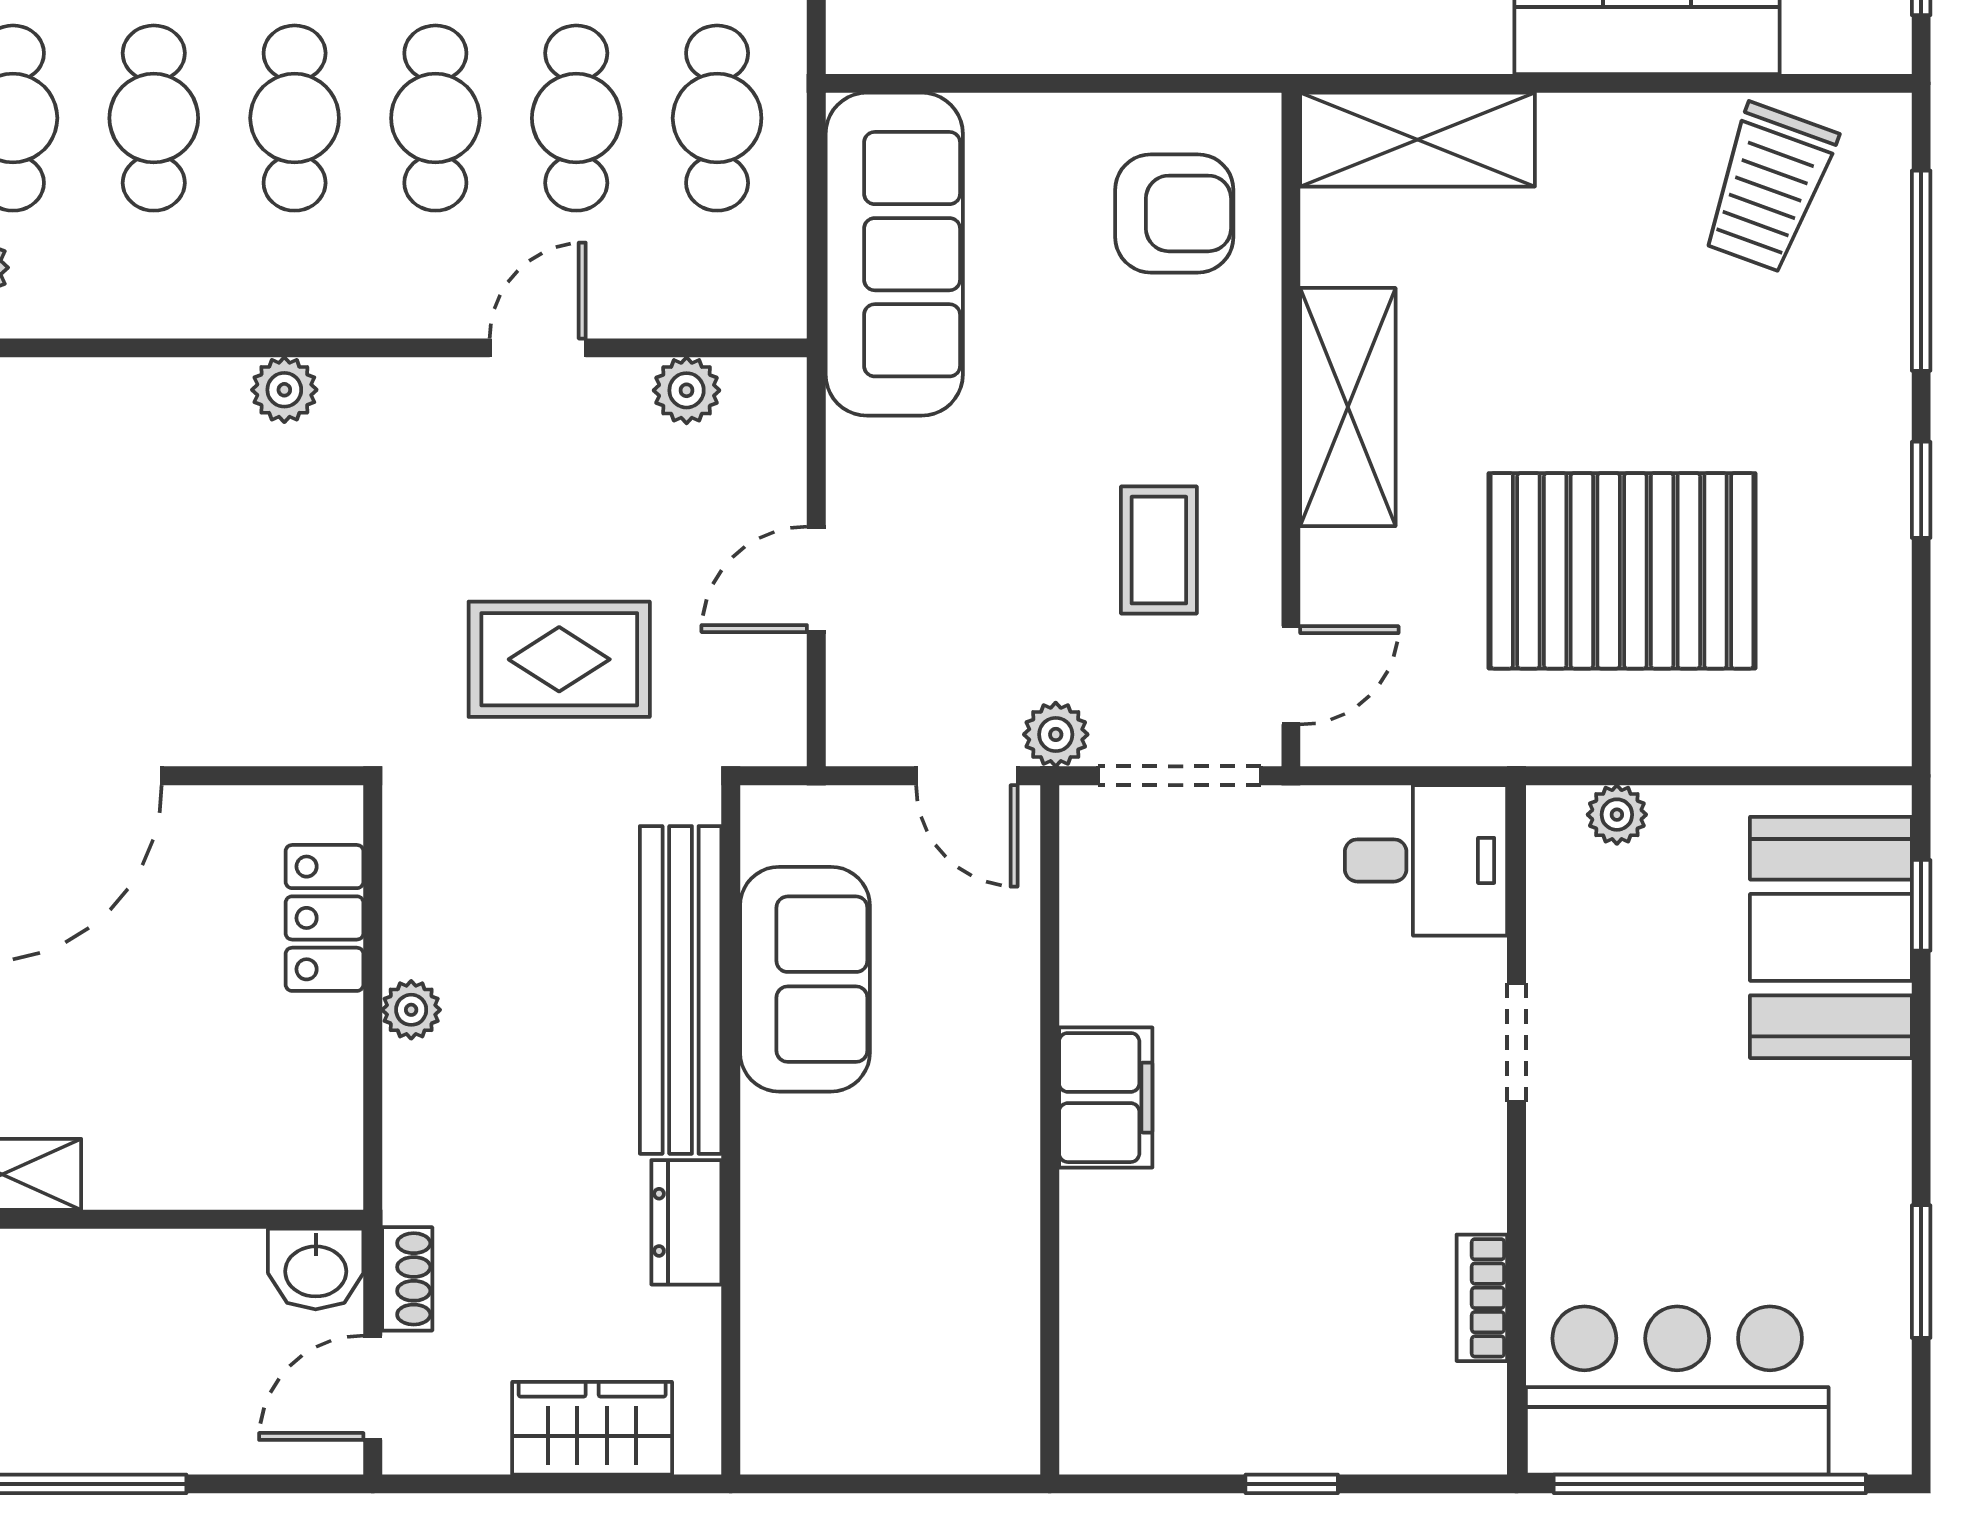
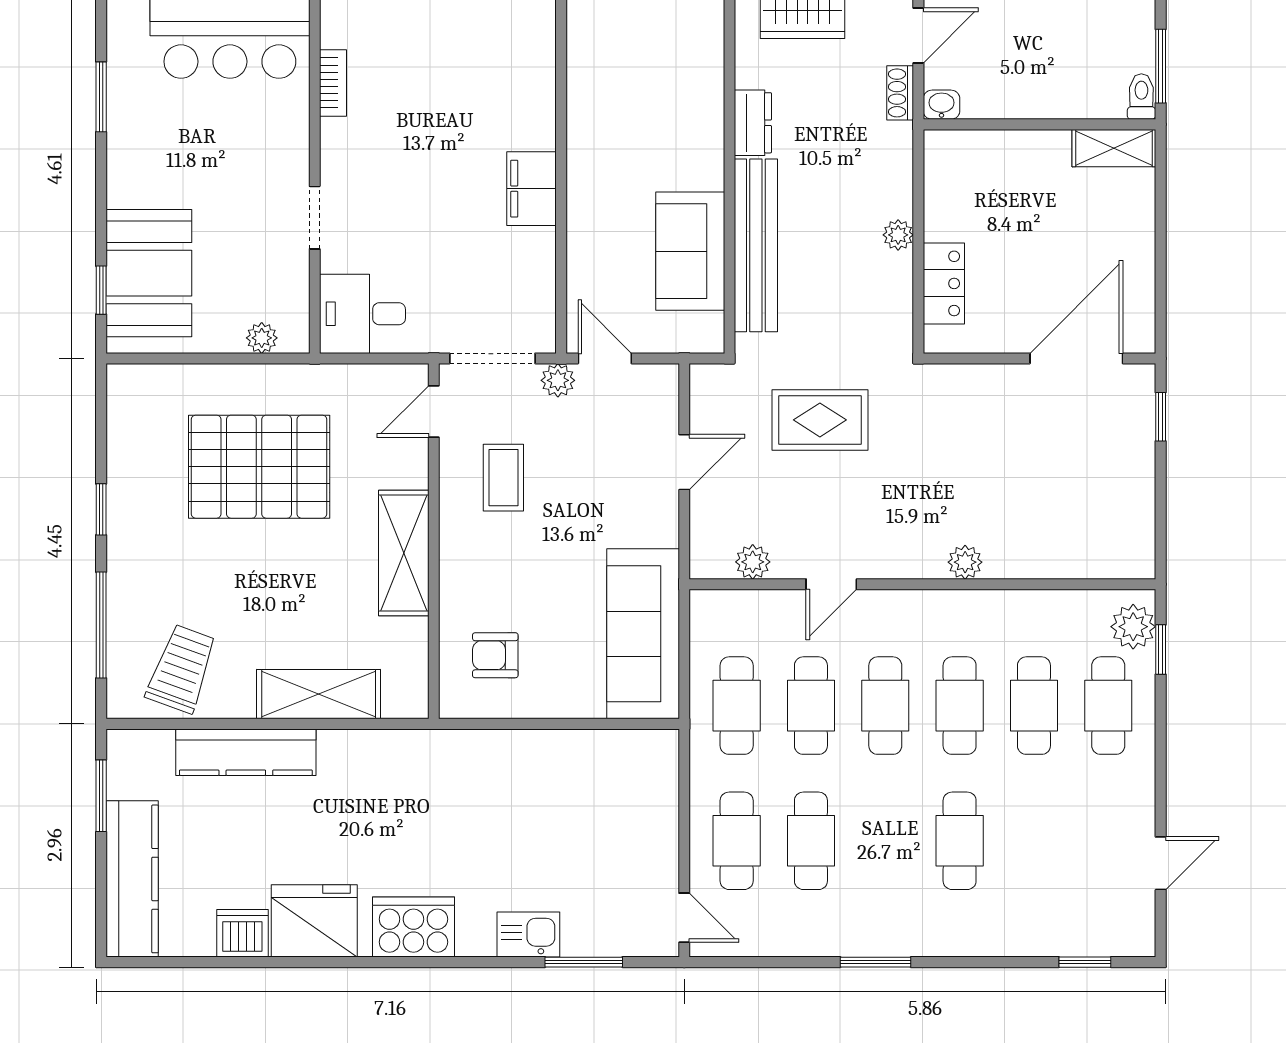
shelving: (1418, 140) -> (319, 694), moved
armchair: (1174, 213) -> (495, 655), width x0.72, depth x0.72
washbasin: (316, 1269) -> (941, 105), width x0.72, depth x0.69

